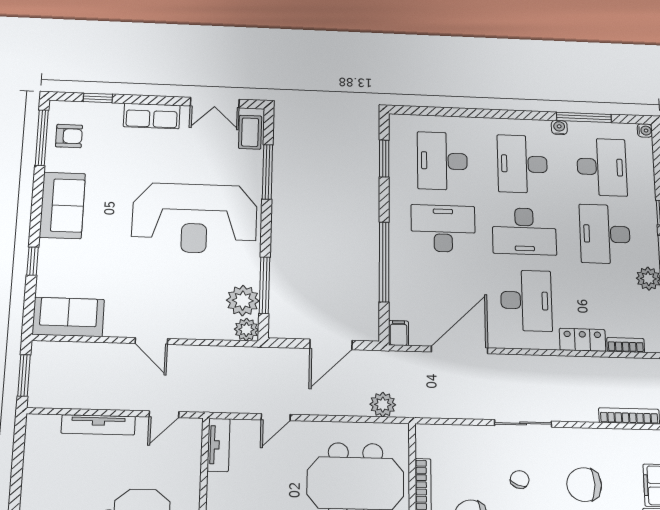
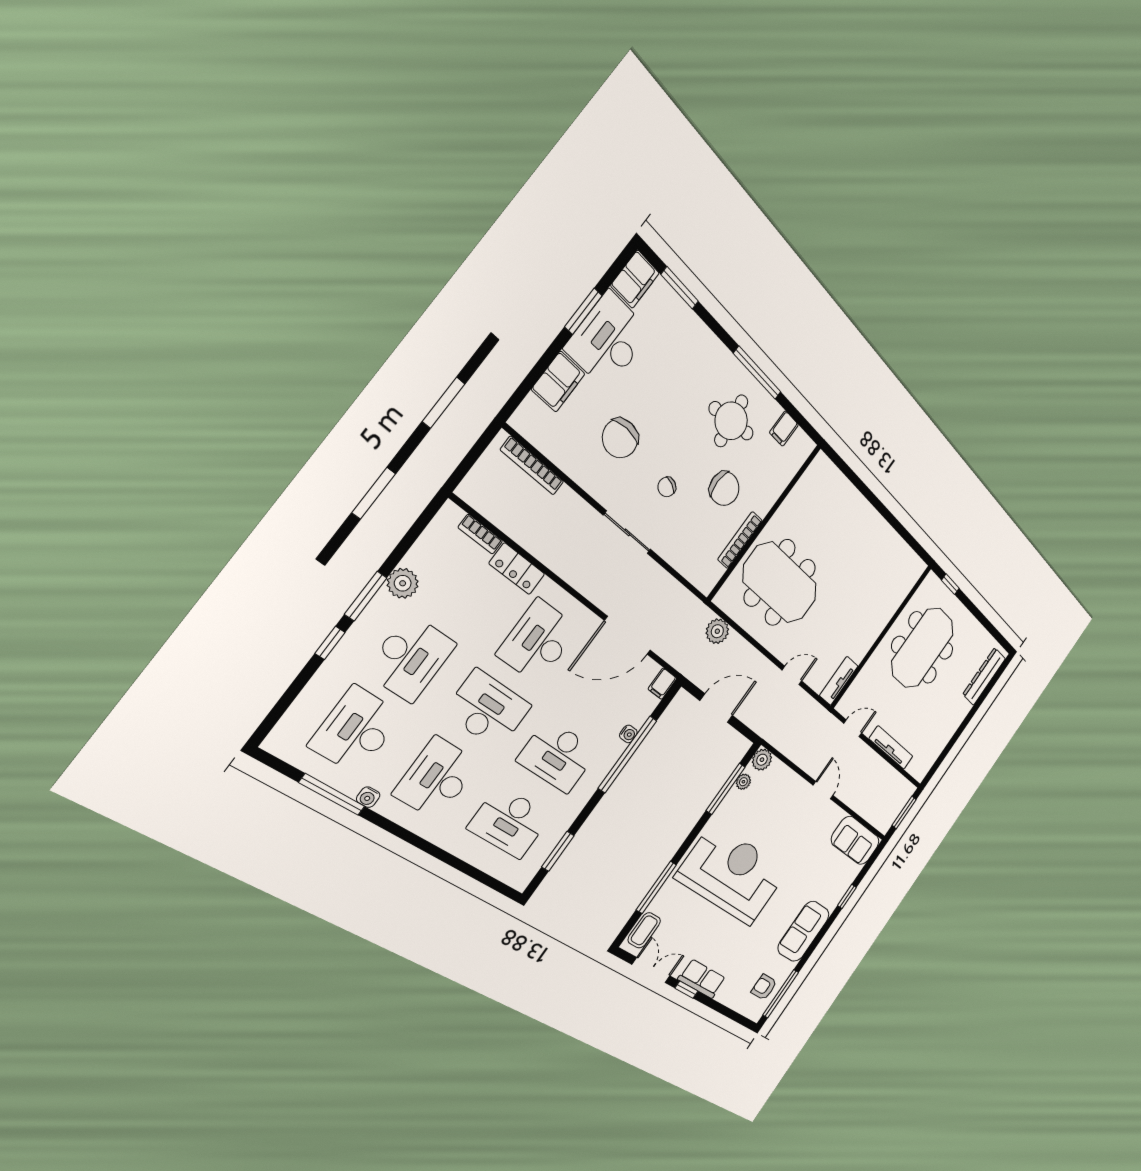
window: (98, 98) -> (687, 990), moved
water cooler: (645, 131) -> (628, 734), moved, turned 180
desk: (442, 161) -> (510, 822), turned 90
desk: (522, 164) -> (437, 778), turned 180
plant: (243, 301) -> (743, 782), width x0.53, depth x0.53
chair: (584, 485) -> (620, 438), turned 90

